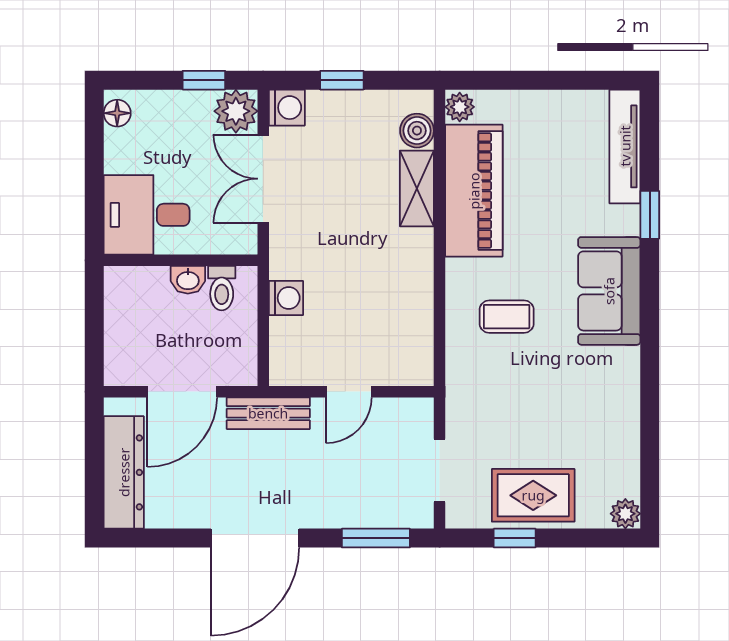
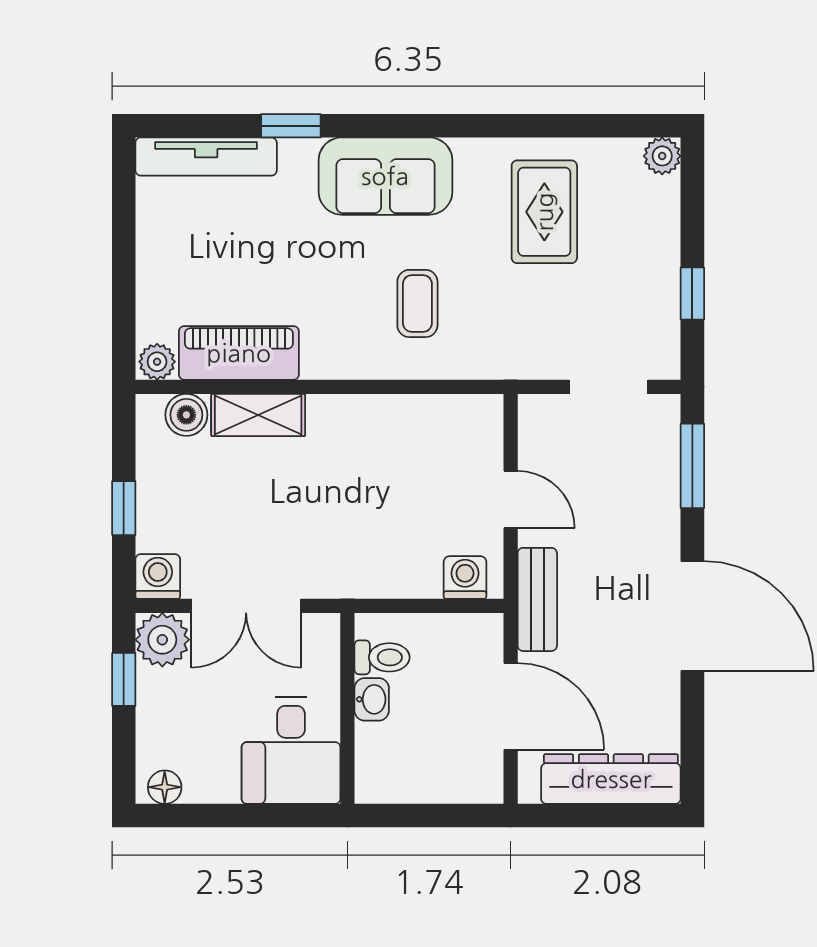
piano: (474, 191) -> (239, 353), width x0.73, depth x0.75
washing machine: (286, 298) -> (465, 578), moved
rug: (533, 495) -> (544, 212), moved

